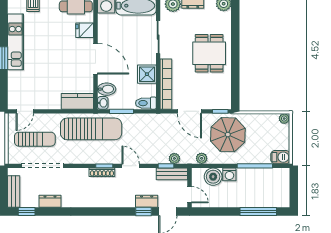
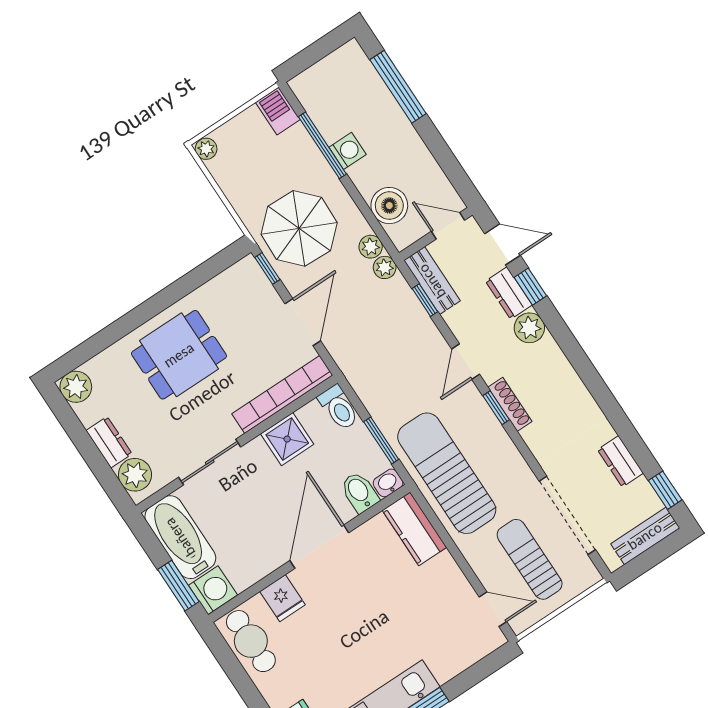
plant: (174, 158) -> (385, 267), moved
washing machine: (229, 174) -> (348, 151), moved
door: (190, 195) -> (448, 226), hinge flipped
plant: (127, 200) -> (529, 328), added

